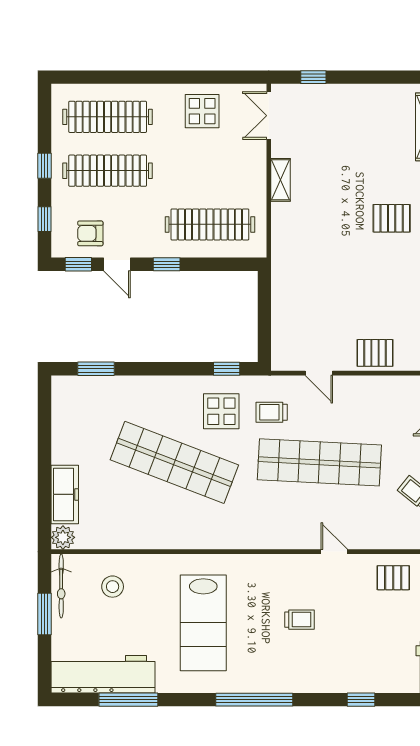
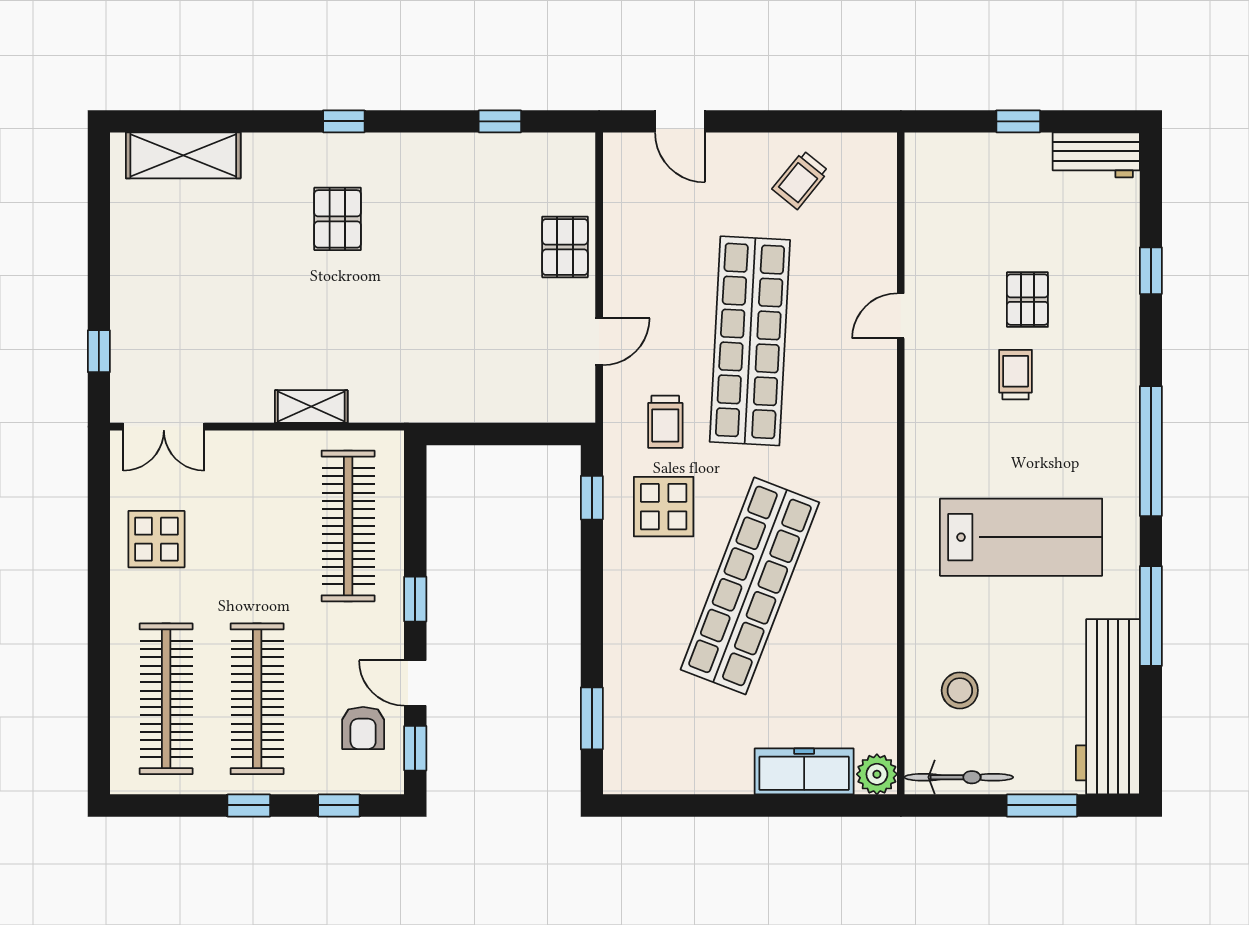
shelving: (281, 180) -> (311, 407), moved
door: (117, 264) -> (415, 683), swing flipped
pallet: (393, 578) -> (1027, 300), moved
window: (44, 614) -> (1042, 805), moved
window: (128, 700) -> (1151, 616), moved

